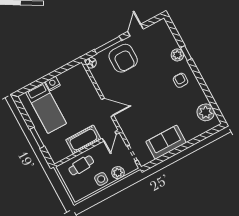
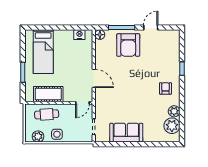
plant: (177, 55) -> (174, 111), moved
nightstand: (53, 83) -> (79, 35), moved
cot: (83, 140) -> (48, 94), moved
plant: (118, 173) -> (38, 136), moved

